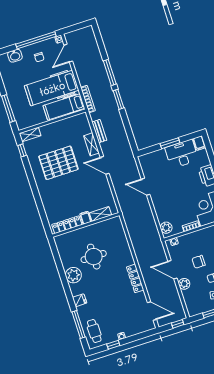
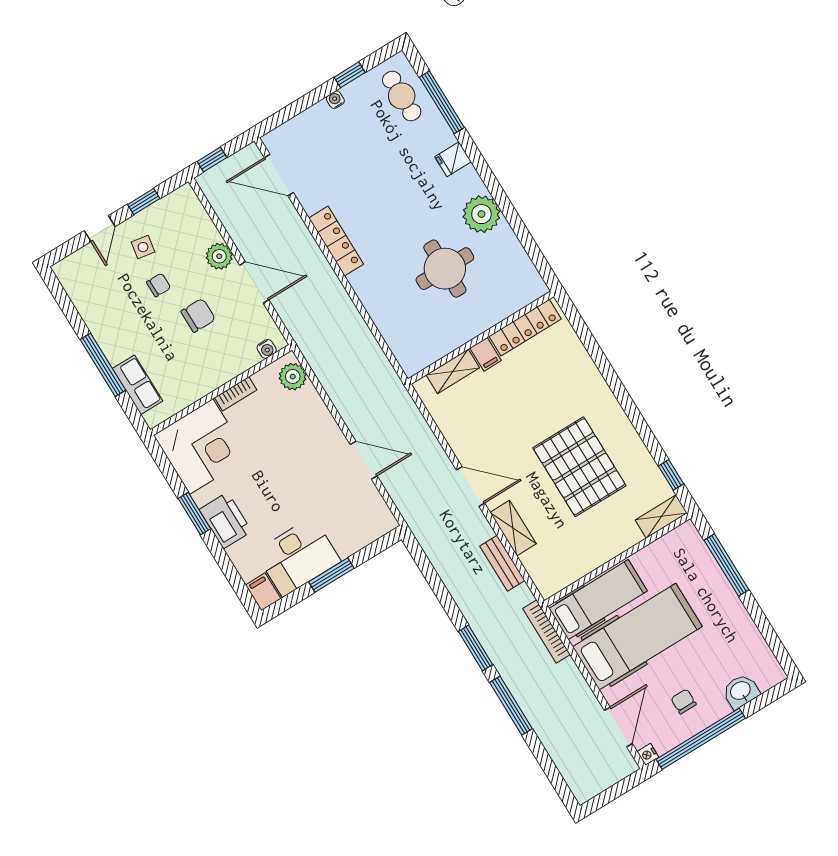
pallet: (58, 163) -> (579, 467), turned 90

